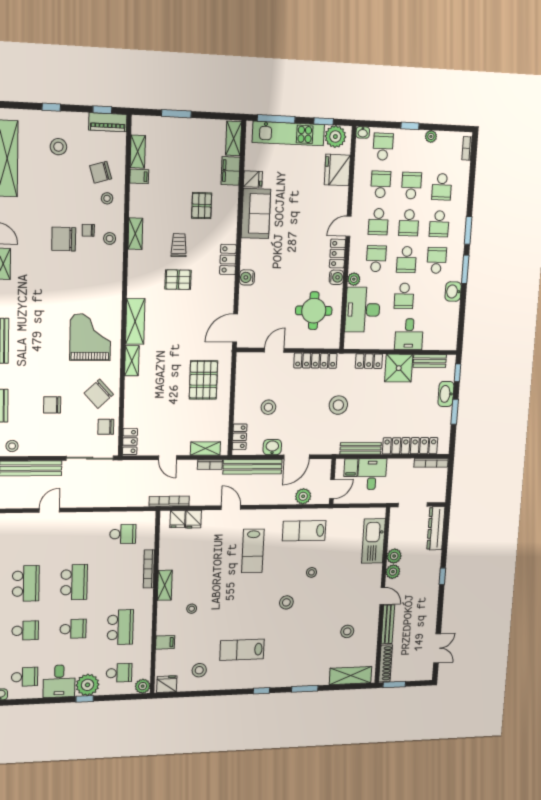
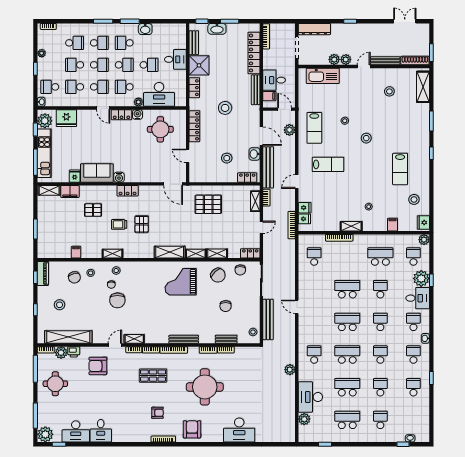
shelving: (138, 152) -> (217, 254), moved
water cooler: (247, 277) -> (119, 177), moved

